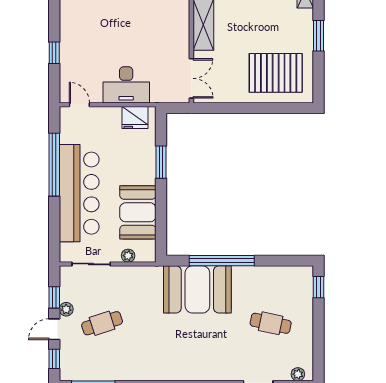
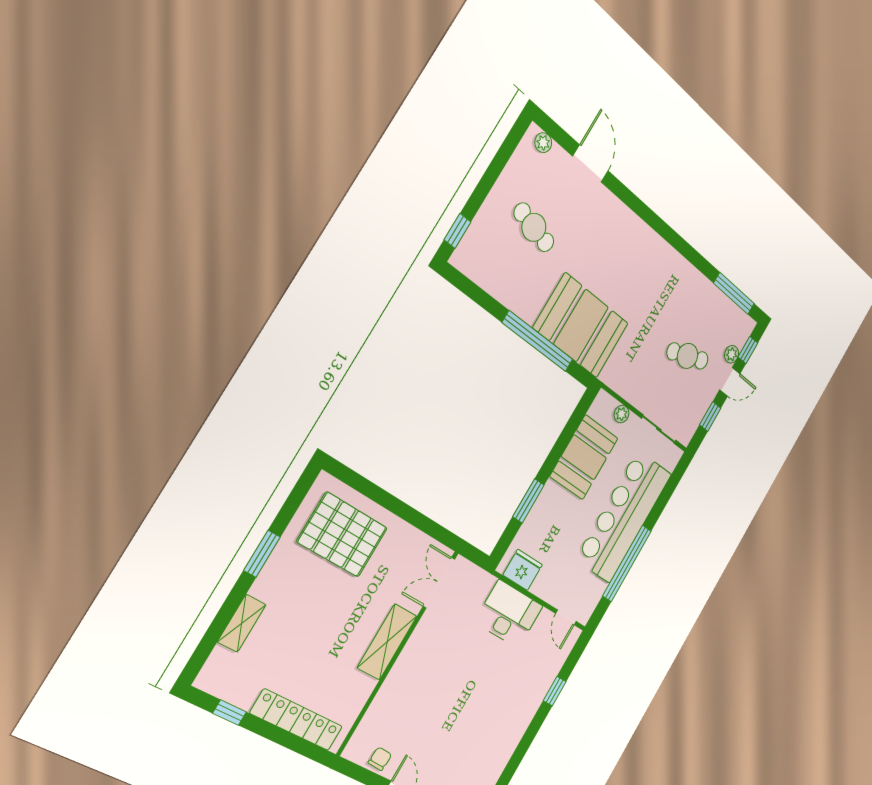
plant: (66, 309) -> (732, 354), moved

